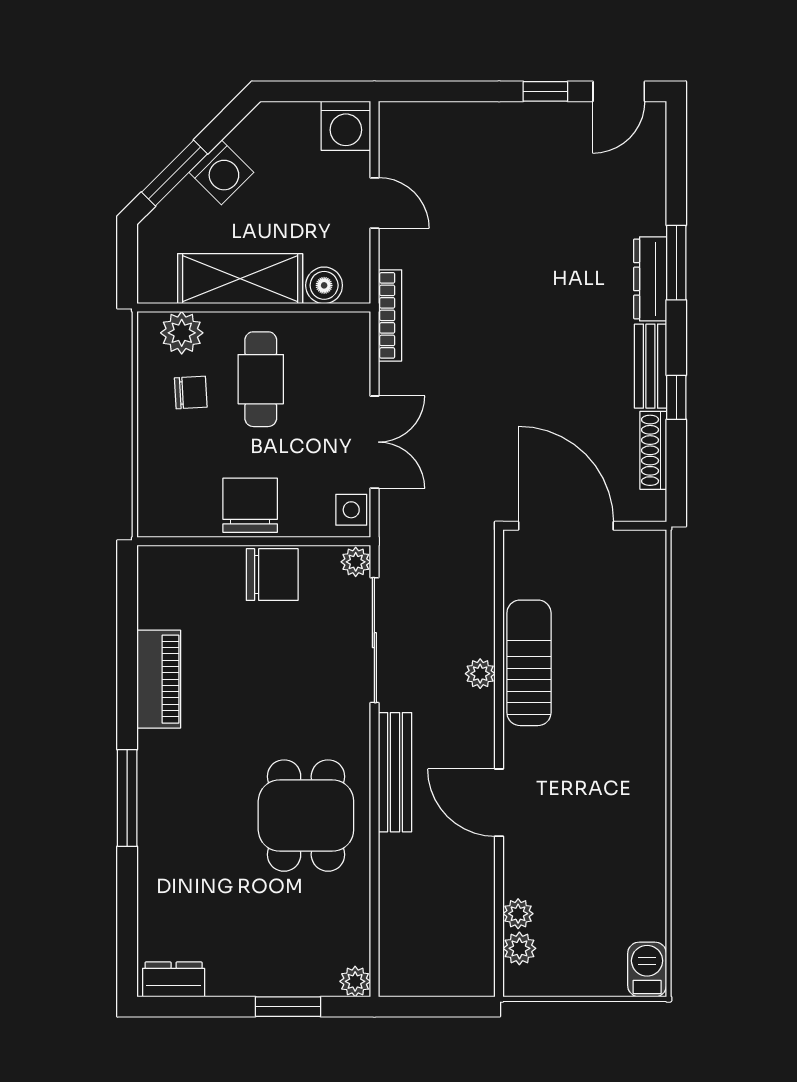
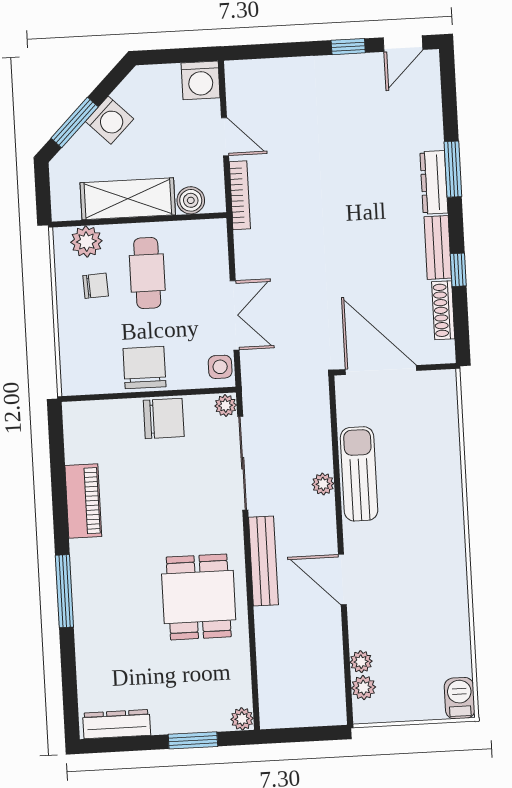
bookcase: (390, 315) -> (240, 195), moved
dresser: (174, 979) -> (117, 724), width x1.44

